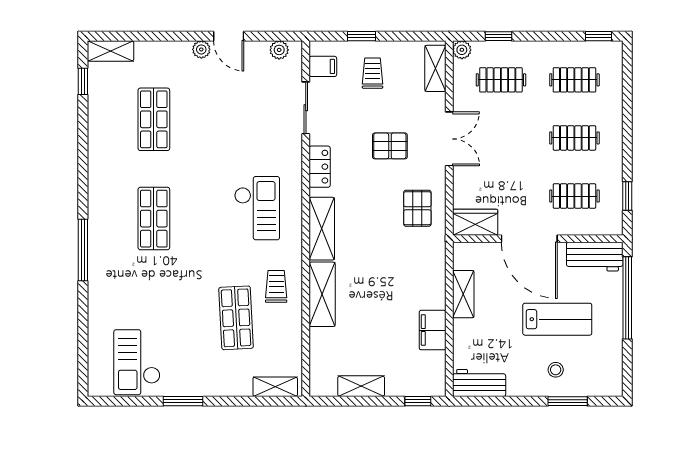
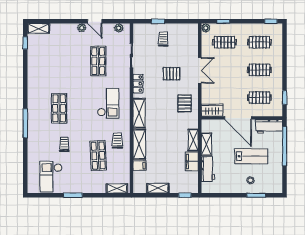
filing cabinet: (323, 66) -> (140, 166), moved
shelving: (435, 68) -> (193, 140), moved
shop shelf: (154, 119) -> (98, 61), moved
trolley: (165, 294) -> (64, 144), added
workbench: (479, 383) -> (208, 169), moved, turned 90

